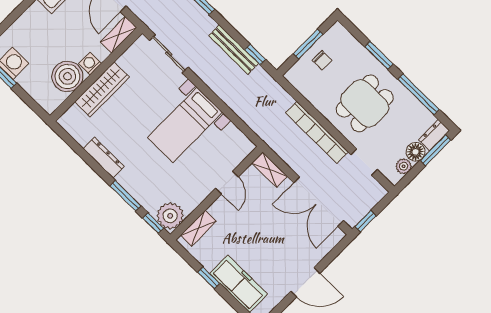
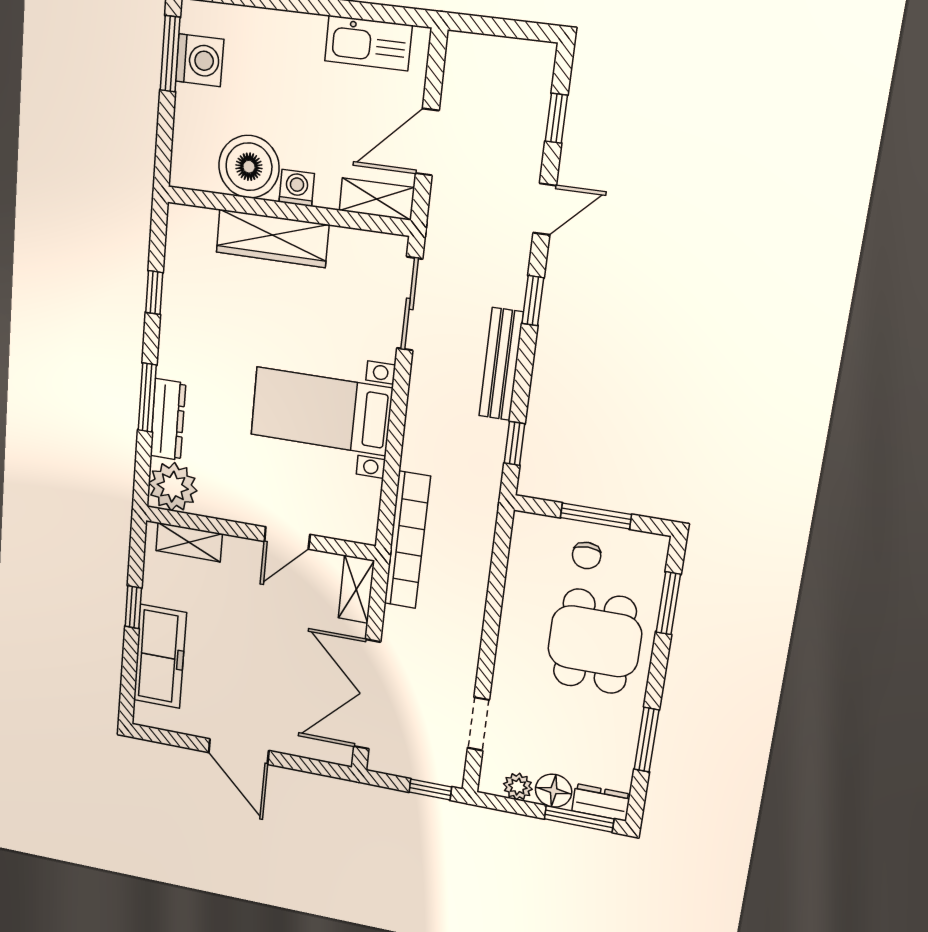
bench: (234, 50) -> (501, 364), moved
window: (379, 55) -> (668, 603), moved
window: (418, 94) -> (647, 740), width x0.69
dining table: (365, 103) -> (595, 641), moved, turned 90
bookcase: (317, 132) -> (407, 540), moved, turned 180
dresser: (104, 158) -> (168, 420), moved
window: (366, 221) -> (430, 789), moved
window: (153, 223) -> (154, 293), moved

